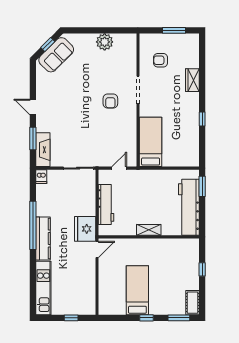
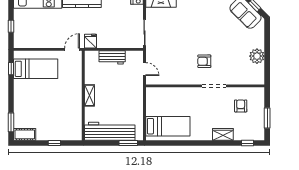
window: (202, 119) -> (247, 143), moved
bed: (151, 142) -> (168, 126), moved
workbench: (106, 205) -> (112, 57), width x0.73
fridge: (85, 229) -> (90, 41), width x0.53, depth x0.75
door: (97, 249) -> (72, 49), swing flipped
bed: (137, 290) -> (36, 69), moved
window: (146, 318) -> (11, 69), moved

